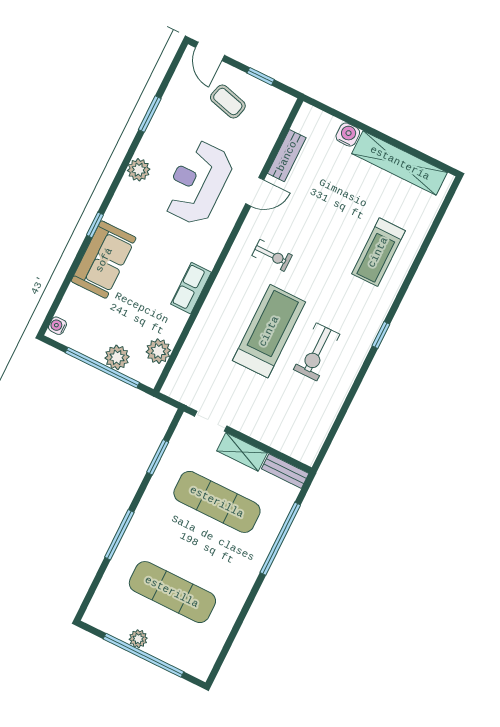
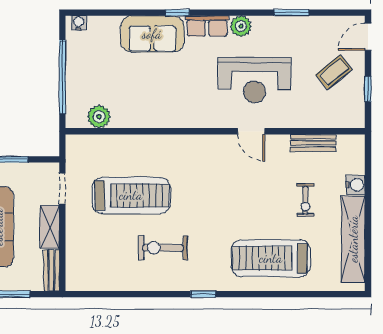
coffee table: (228, 102) -> (334, 72), turned 36
reception desk: (198, 183) -> (254, 80), turned 180
door: (255, 192) -> (251, 131), moved
treadmill: (378, 252) -> (271, 258), width x1.37, depth x1.38
exercise bike: (272, 255) -> (305, 200), moved
row of seats: (191, 288) -> (207, 26), moved, turned 180
treadmill: (269, 331) -> (131, 195), moved
plant: (117, 357) -> (77, 85), removed

